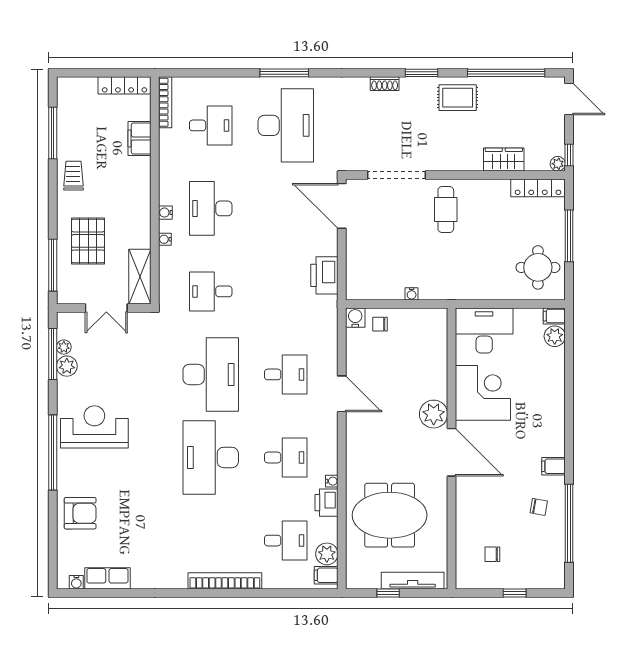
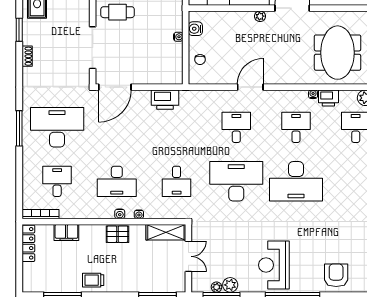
pallet: (88, 241) -> (117, 234), moved, width x0.67, depth x0.71
water cooler: (355, 318) -> (195, 29), moved
plant: (434, 414) -> (260, 16), width x0.53, depth x0.53

